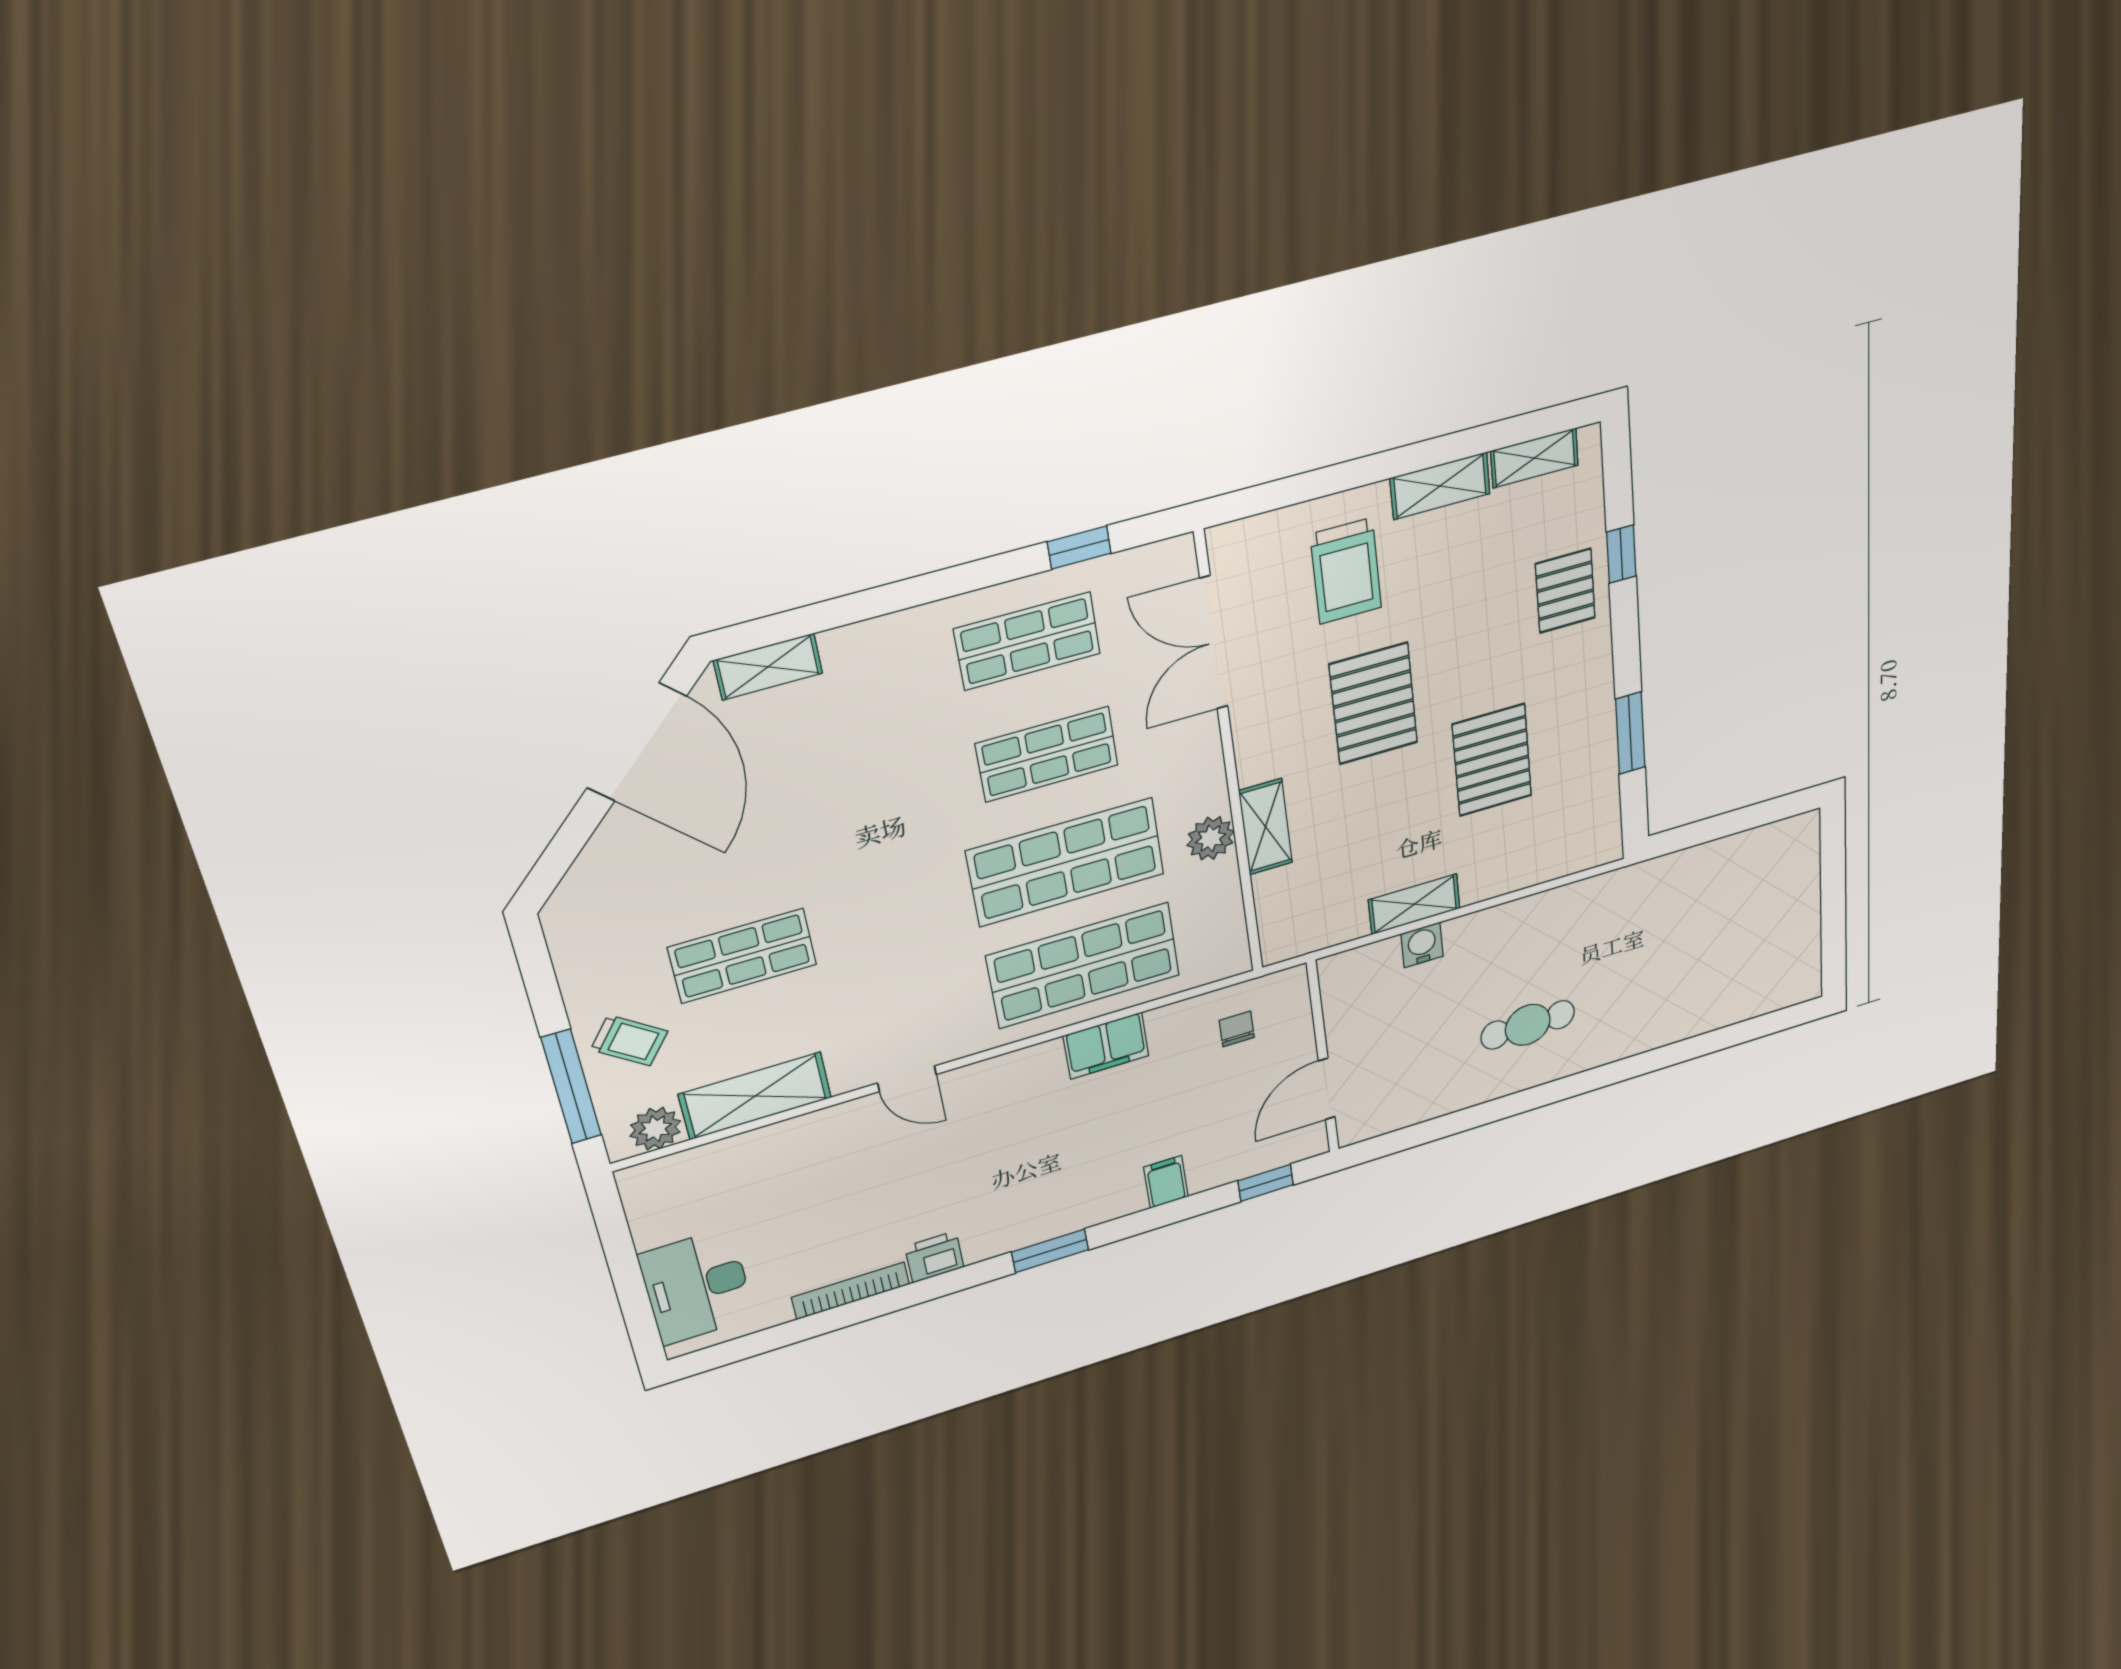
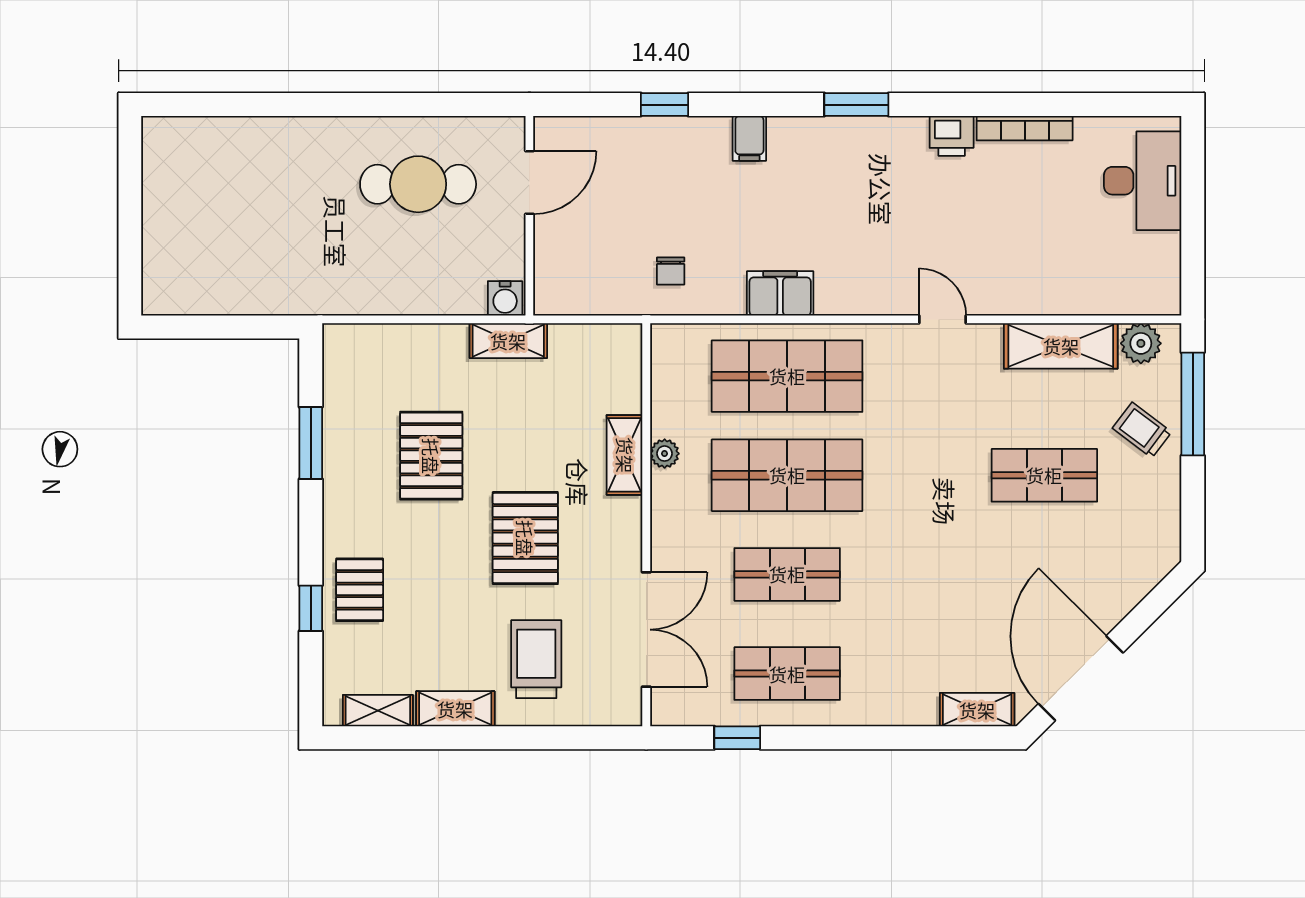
plant: (1211, 838) -> (665, 454), width x0.73, depth x0.73
cafe table: (1528, 1025) -> (418, 184), width x1.37, depth x1.35
wall: (1323, 1058) -> (529, 216), moved
door: (1327, 1089) -> (529, 183), moved

